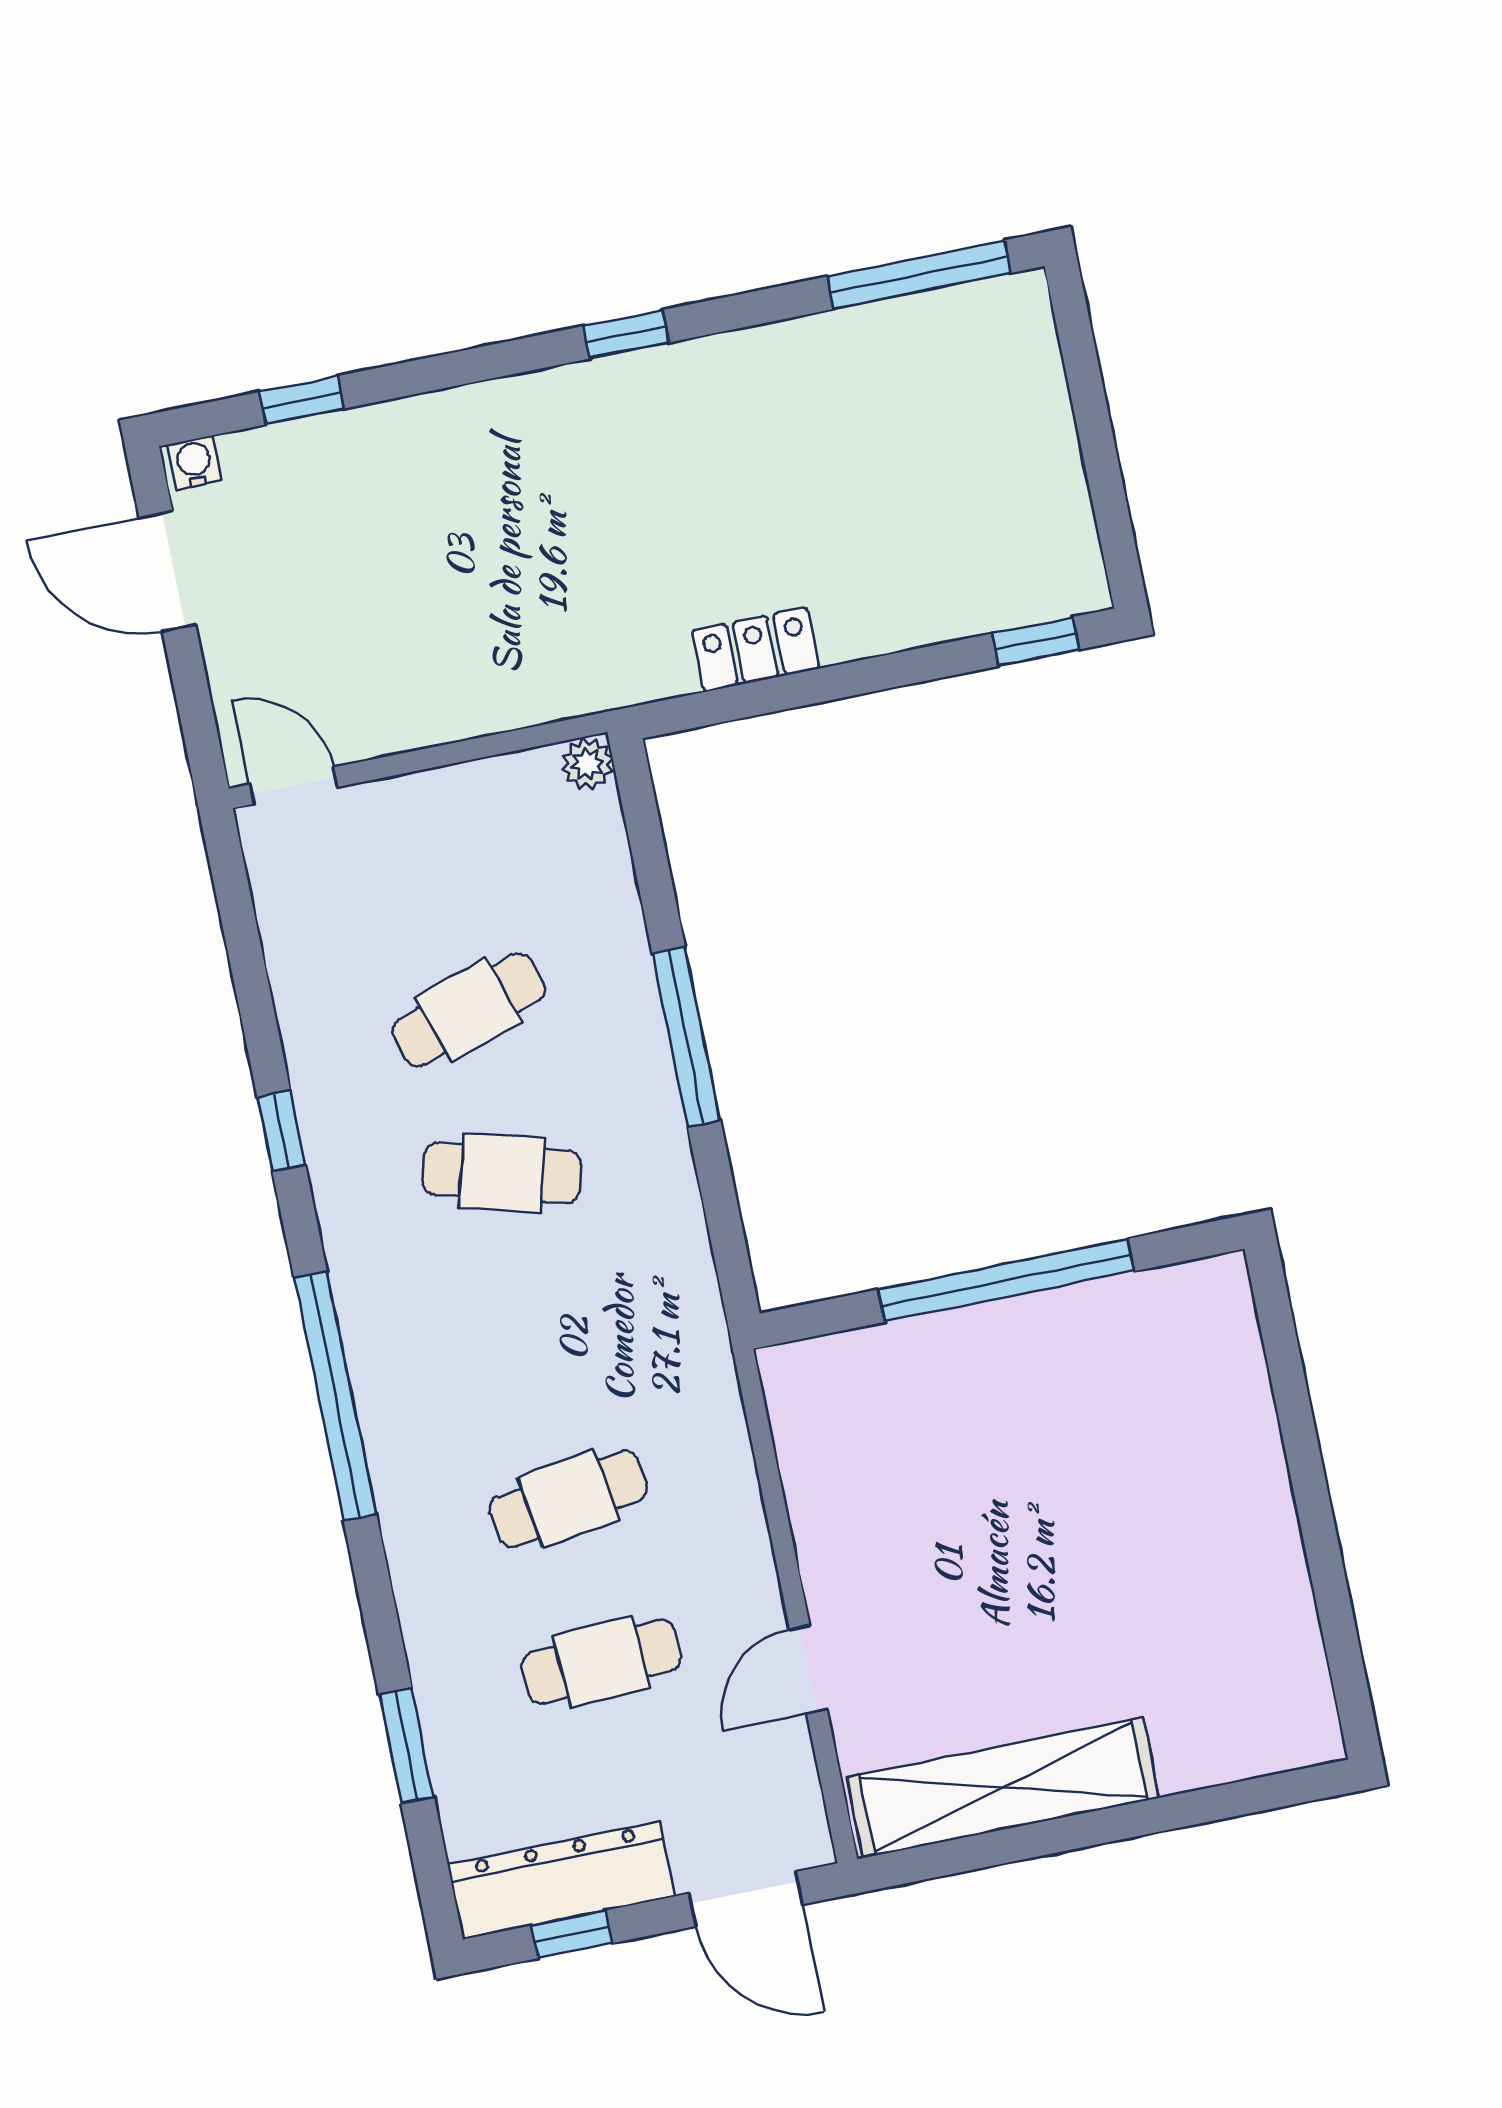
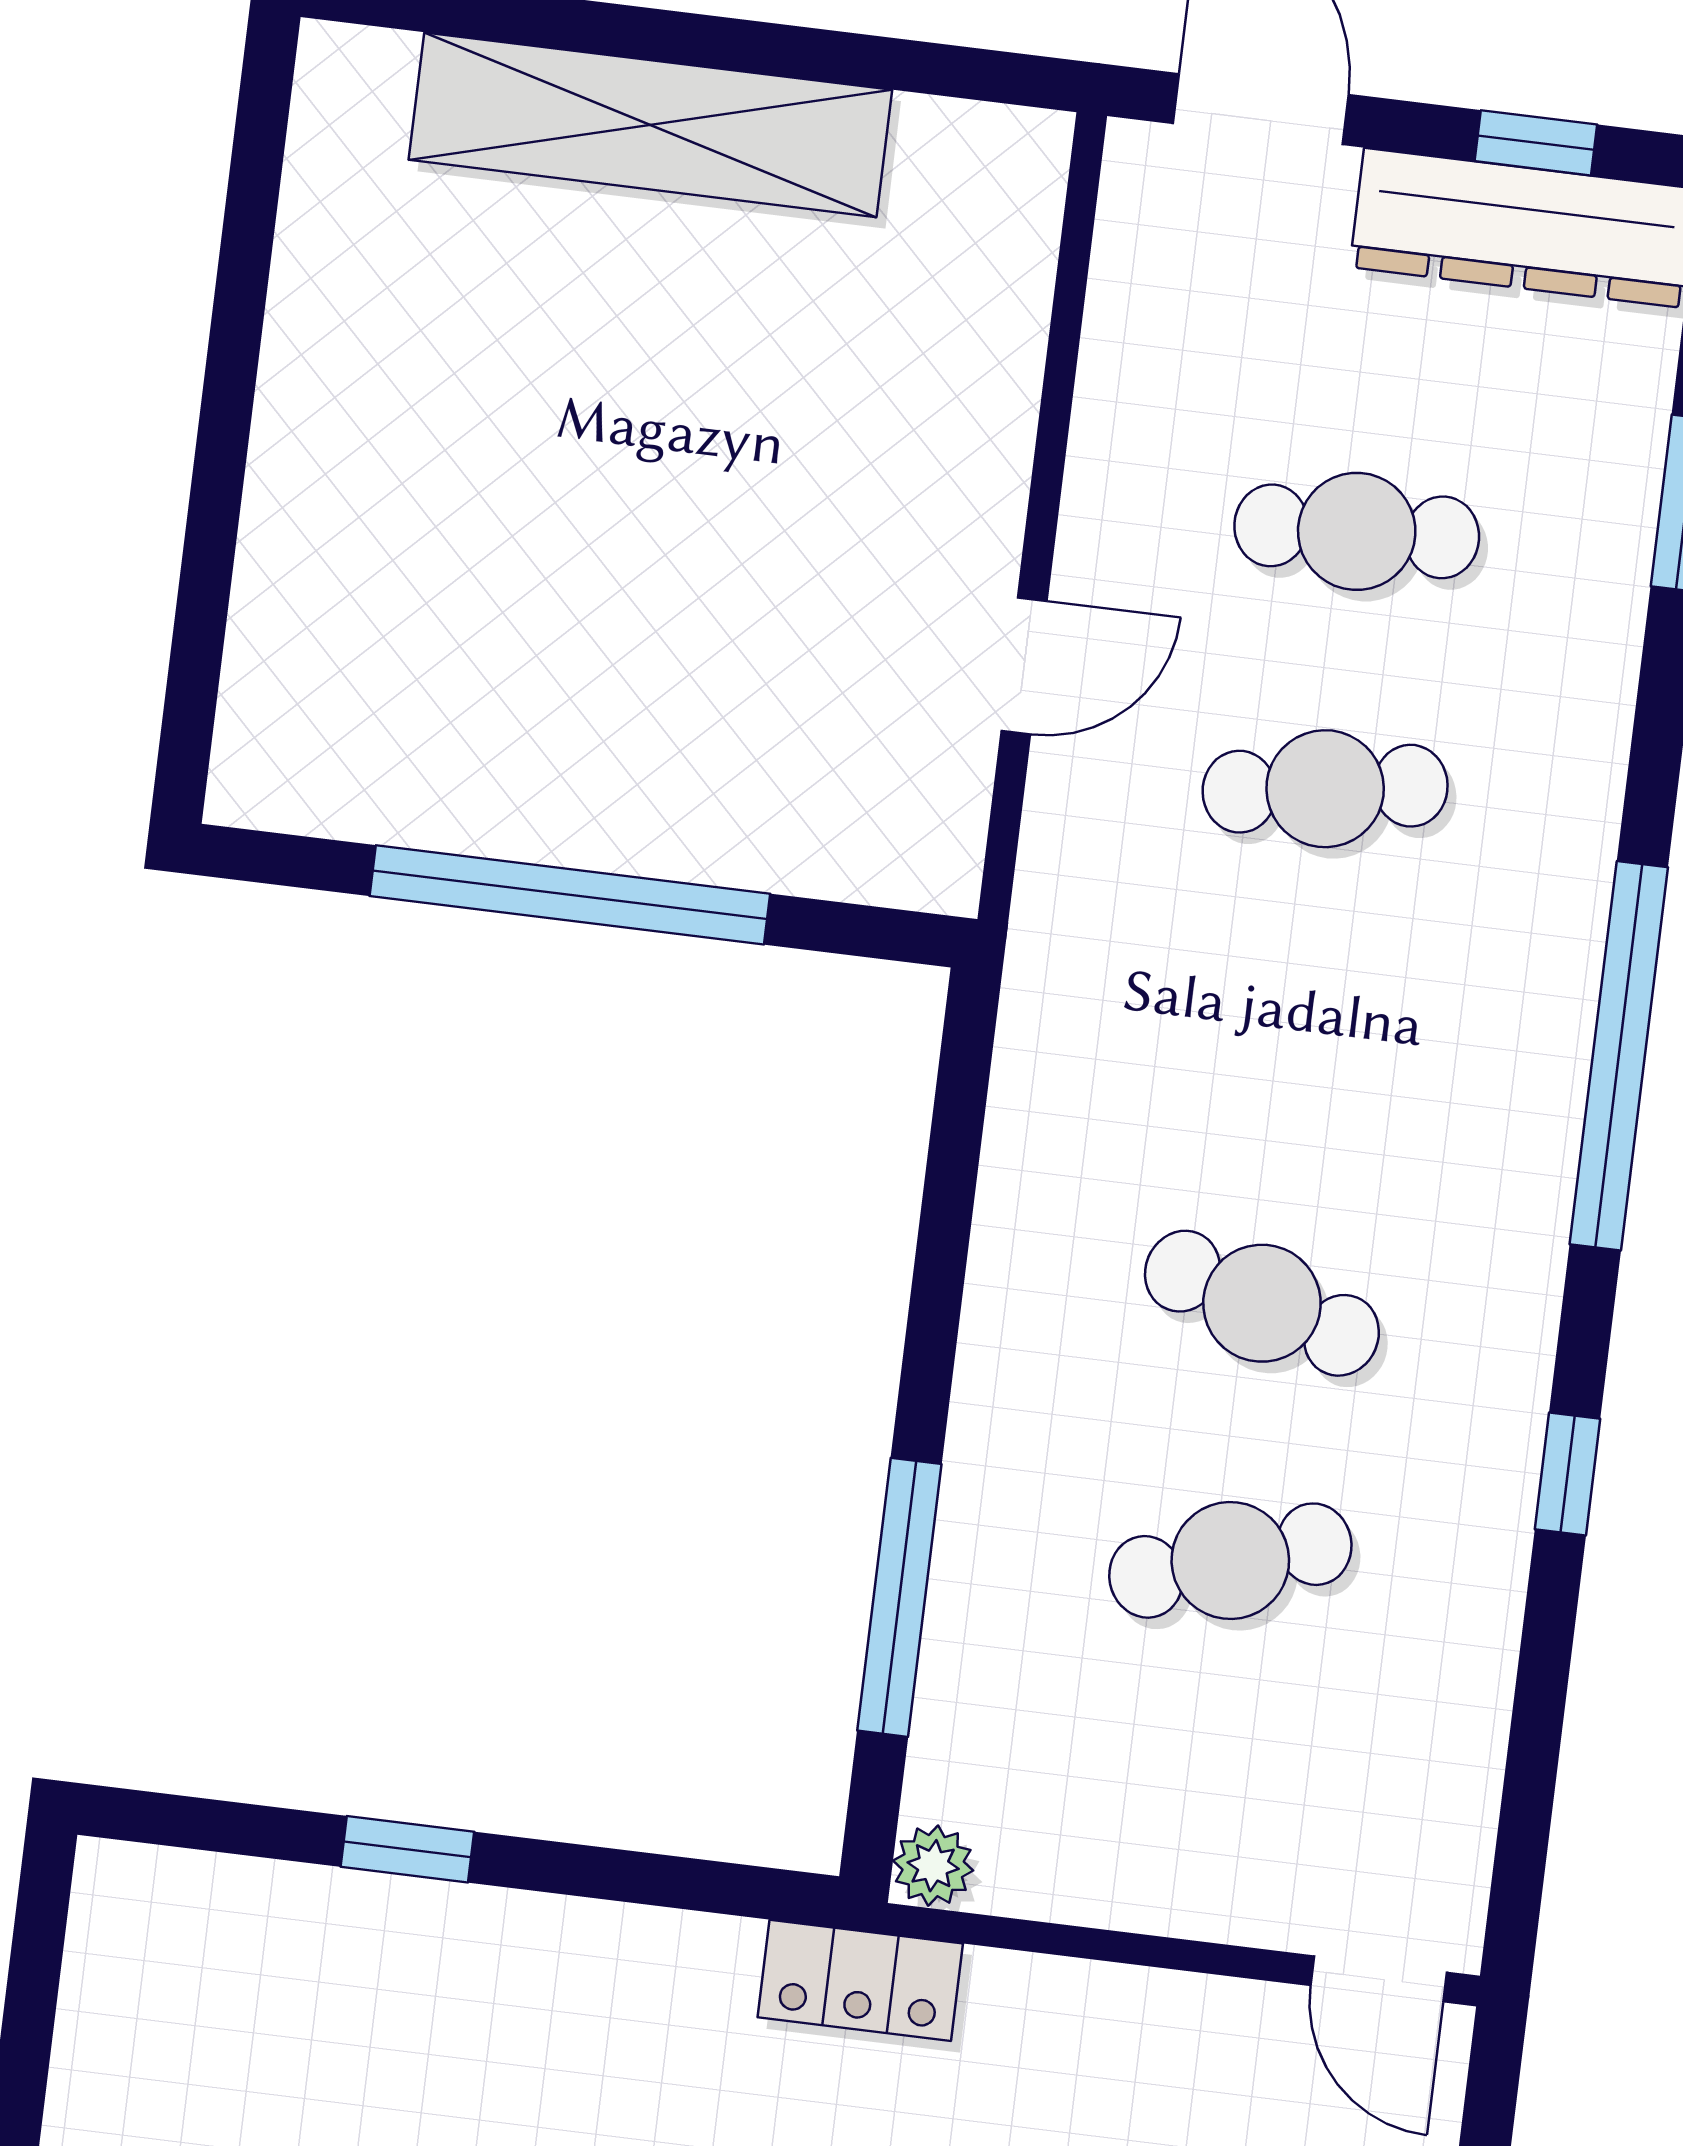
window: (1035, 641) -> (407, 1849), moved
locker: (756, 649) -> (860, 1980), moved
window: (686, 1037) -> (899, 1597), moved
door: (808, 1670) -> (1024, 666), moved
shelving: (1003, 1788) -> (650, 125), moved

